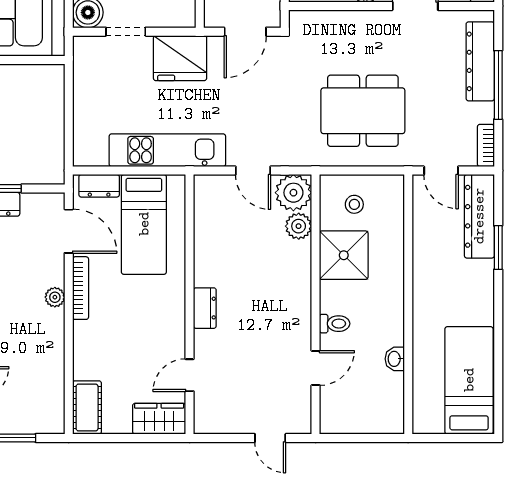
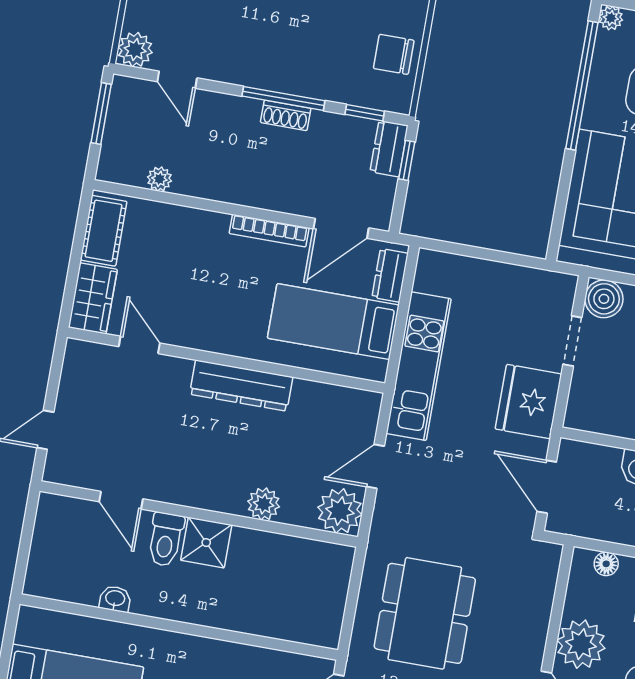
stool: (354, 204) -> (312, 583), removed
plant: (299, 226) -> (264, 504), moved
shower: (344, 255) -> (206, 543), moved, width x0.73, depth x0.73
plant: (55, 297) -> (159, 179), moved
dresser: (205, 308) -> (241, 386), width x1.96, depth x1.24
toilet: (335, 324) -> (166, 539), width x1.37, depth x1.39
cot: (87, 407) -> (104, 231), moved, turned 90

